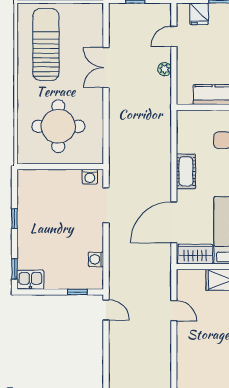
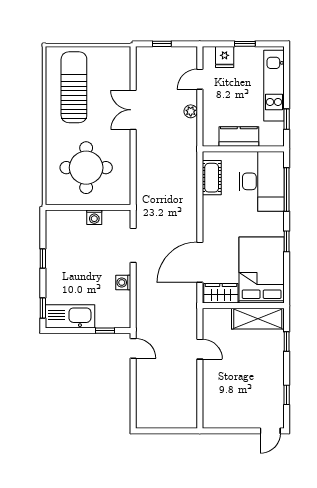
cot: (186, 171) -> (212, 178), moved
washing machine: (90, 177) -> (94, 217), moved
washing machine: (96, 259) -> (123, 282), moved
kitchen sink: (30, 280) -> (70, 316), width x1.87, depth x1.24

